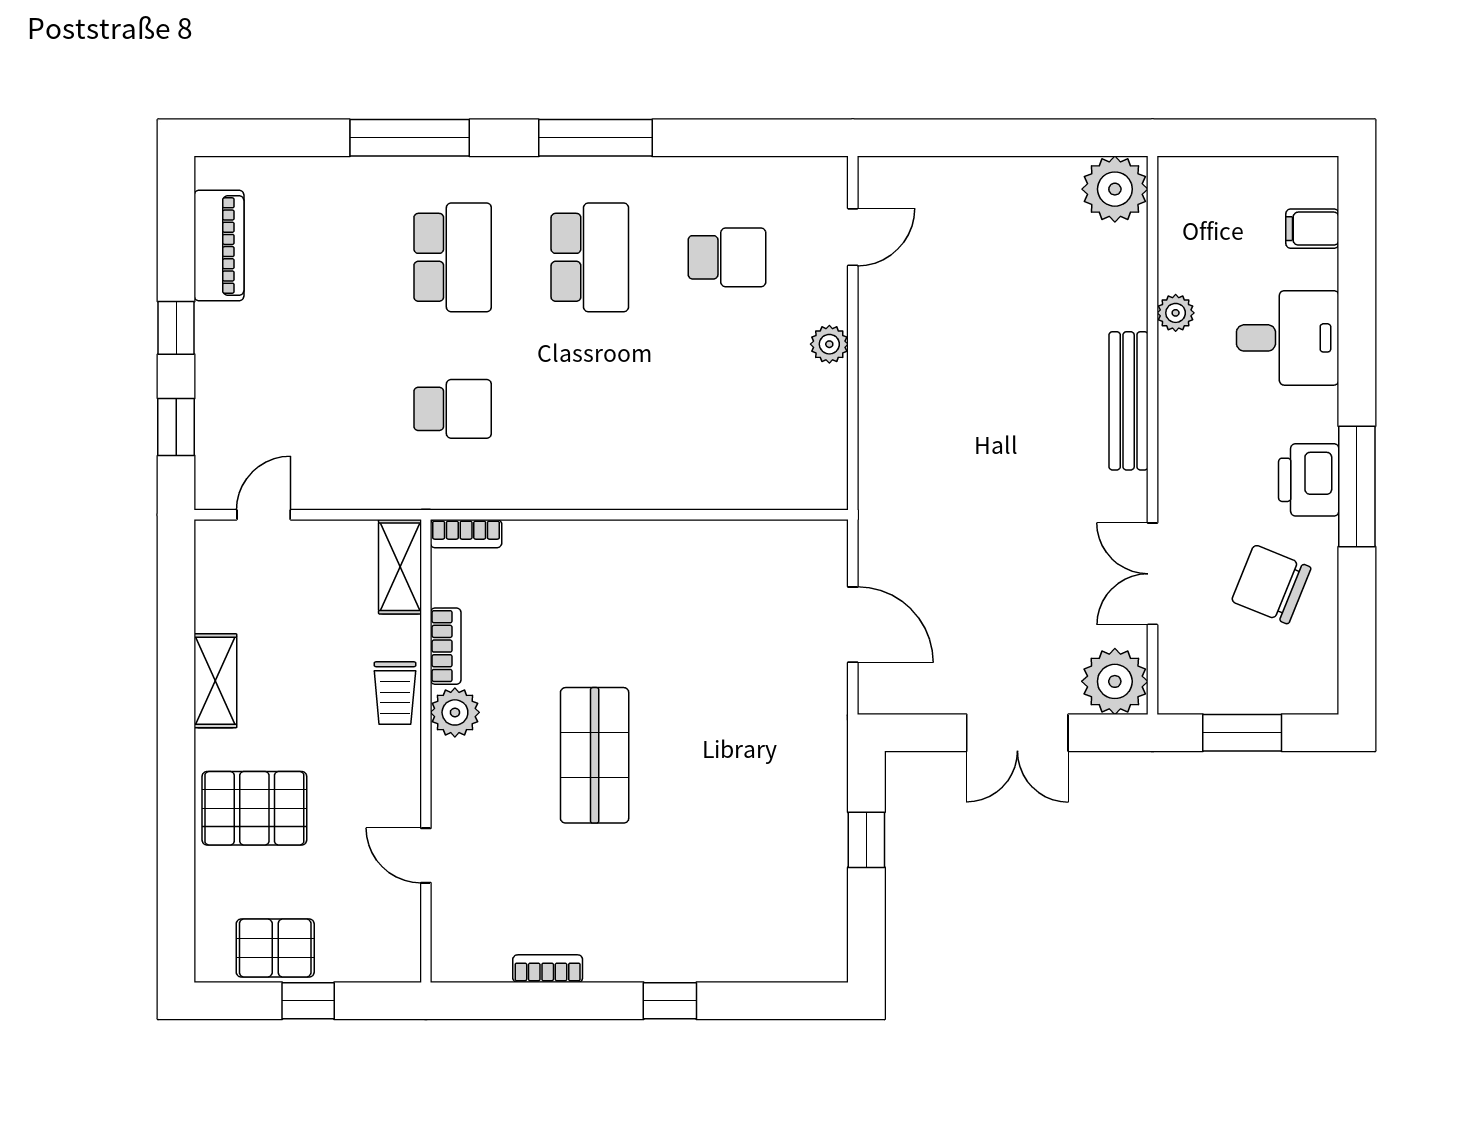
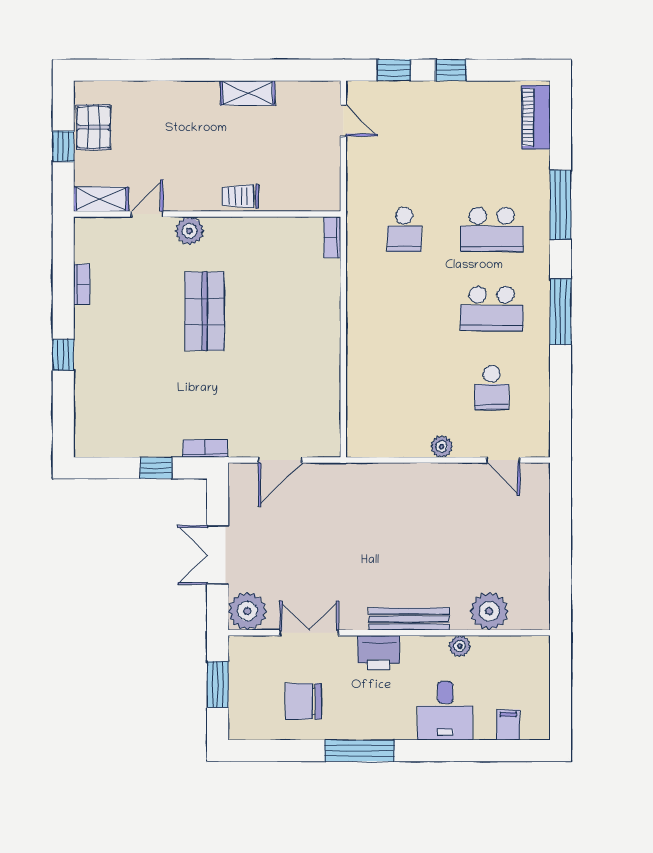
plant: (1115, 189) -> (489, 611), moved
piano: (219, 246) -> (536, 117), moved, turned 90
printer: (1309, 480) -> (379, 653), moved, turned 180
shelving: (400, 567) -> (101, 199), moved
chair: (1271, 584) -> (303, 701), turned -112
bookcase: (446, 646) -> (205, 449), moved, turned 180
plant: (455, 712) -> (190, 231), moved
shop shelf: (595, 755) -> (205, 311), turned 90
pallet: (254, 808) -> (174, 115), removed

